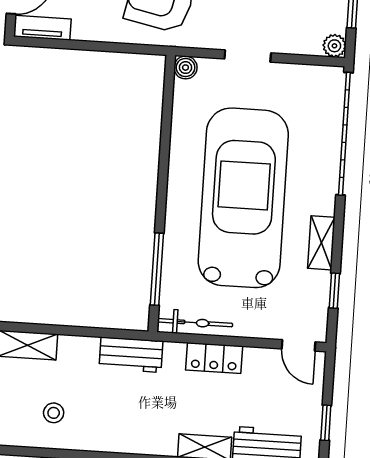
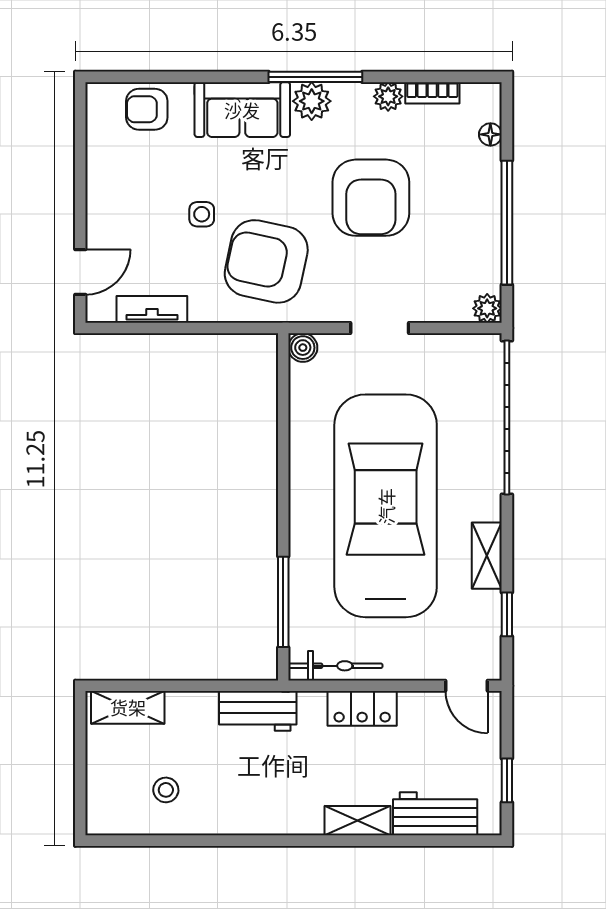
tv unit: (42, 28) -> (152, 309), moved

